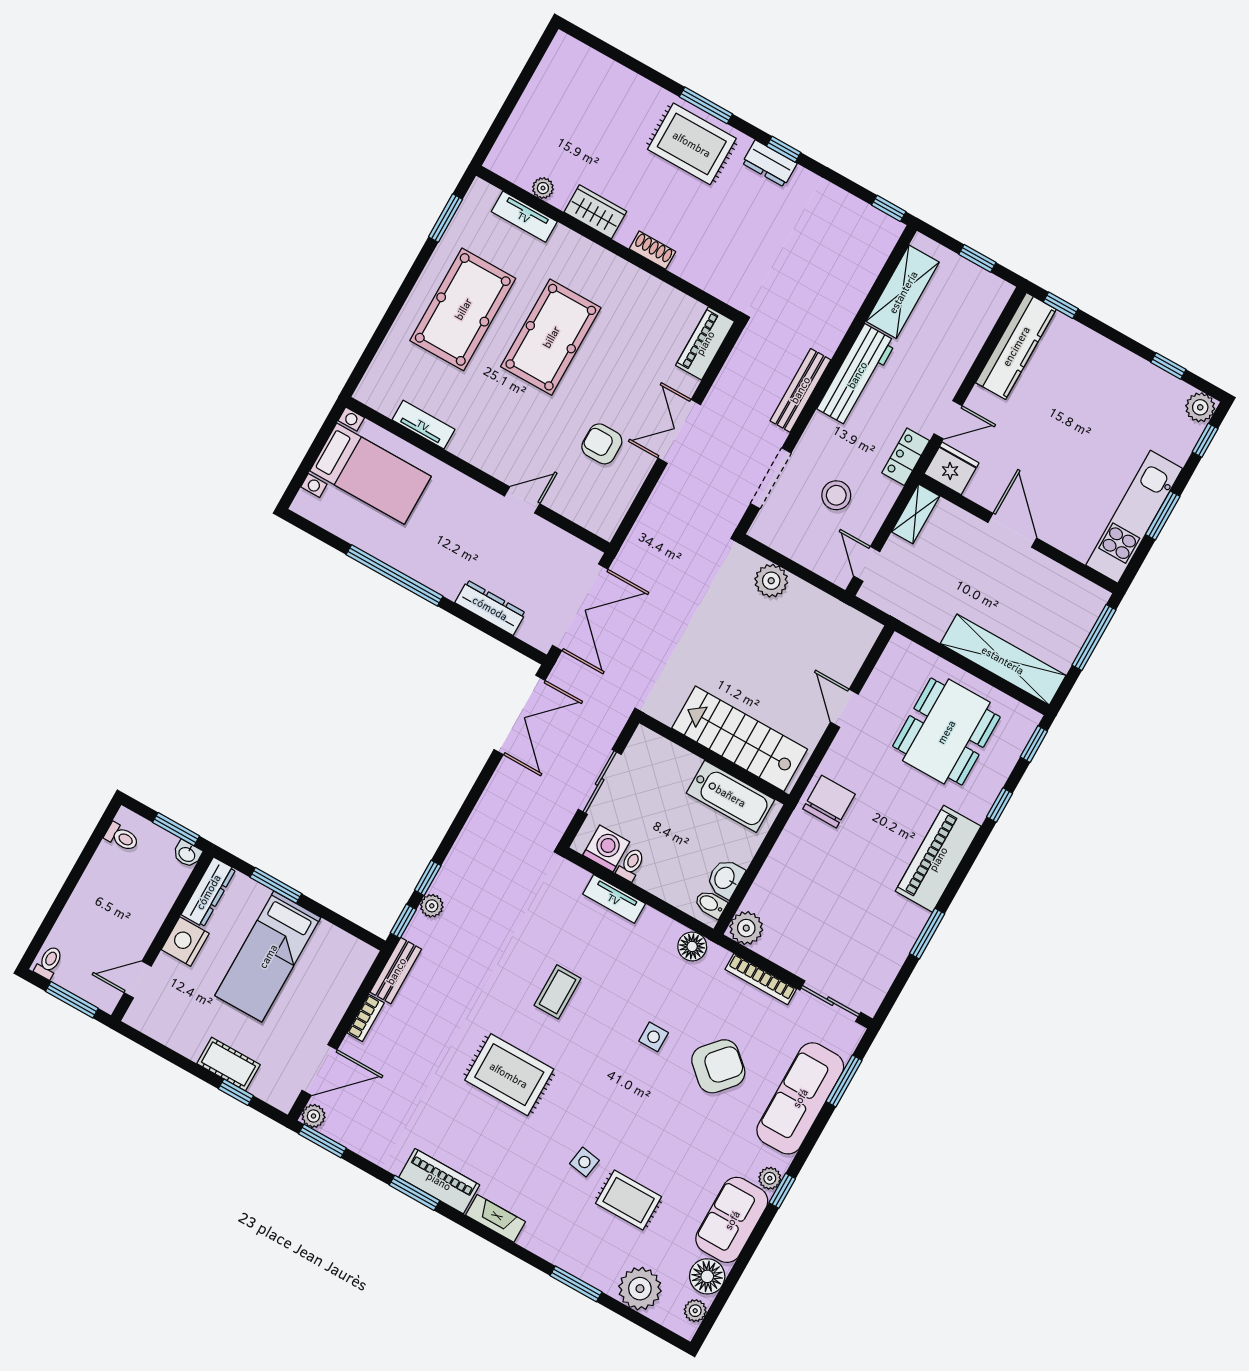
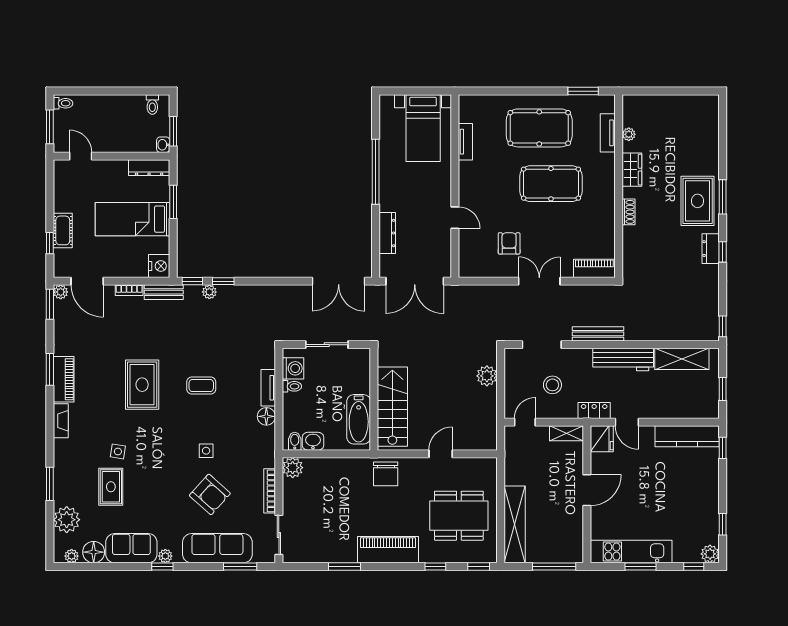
chair: (829, 802) -> (386, 474), turned 90
nightstand: (185, 942) -> (159, 266), moved, turned 90
floor lamp: (692, 946) -> (266, 416), moved

